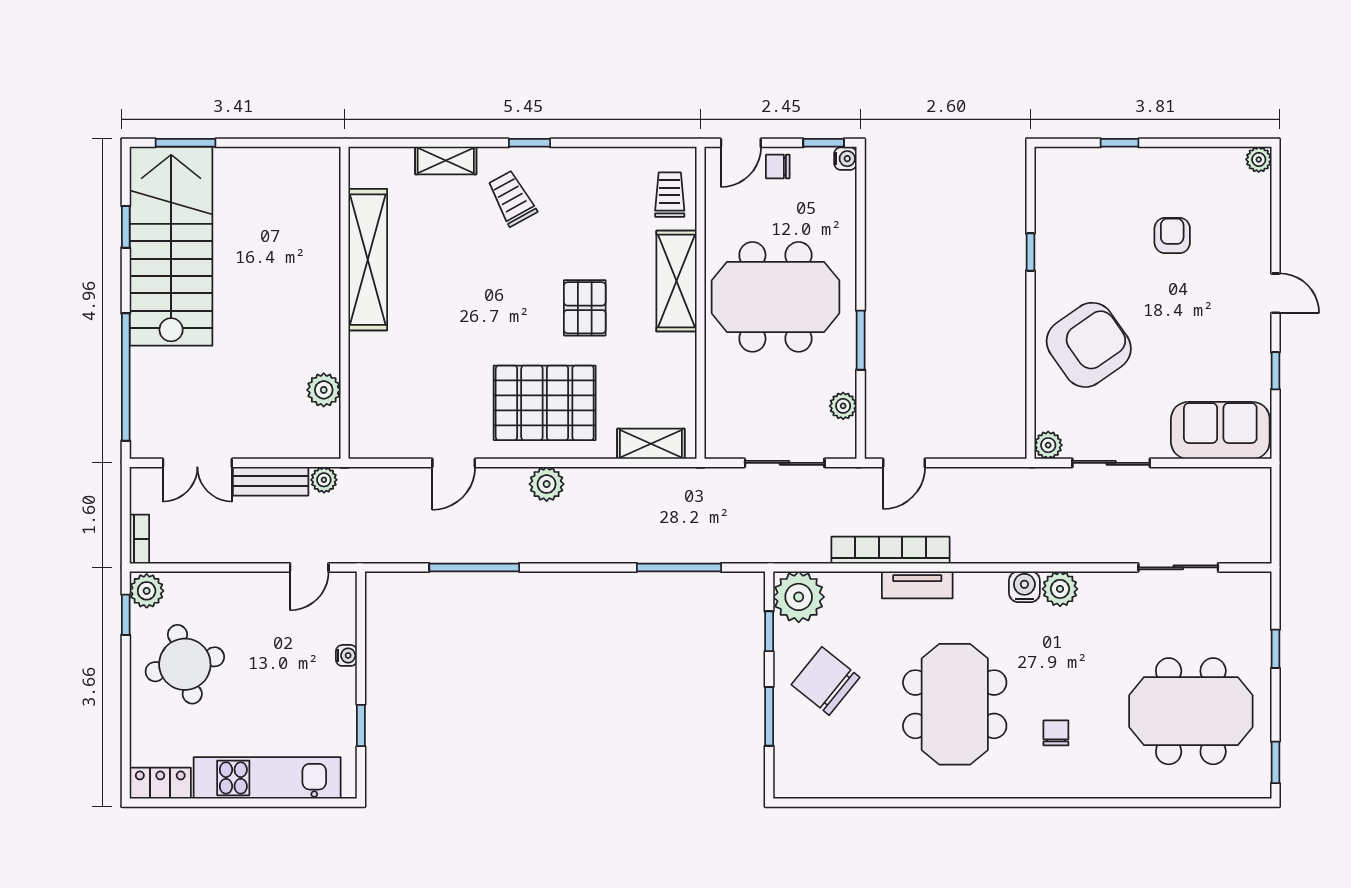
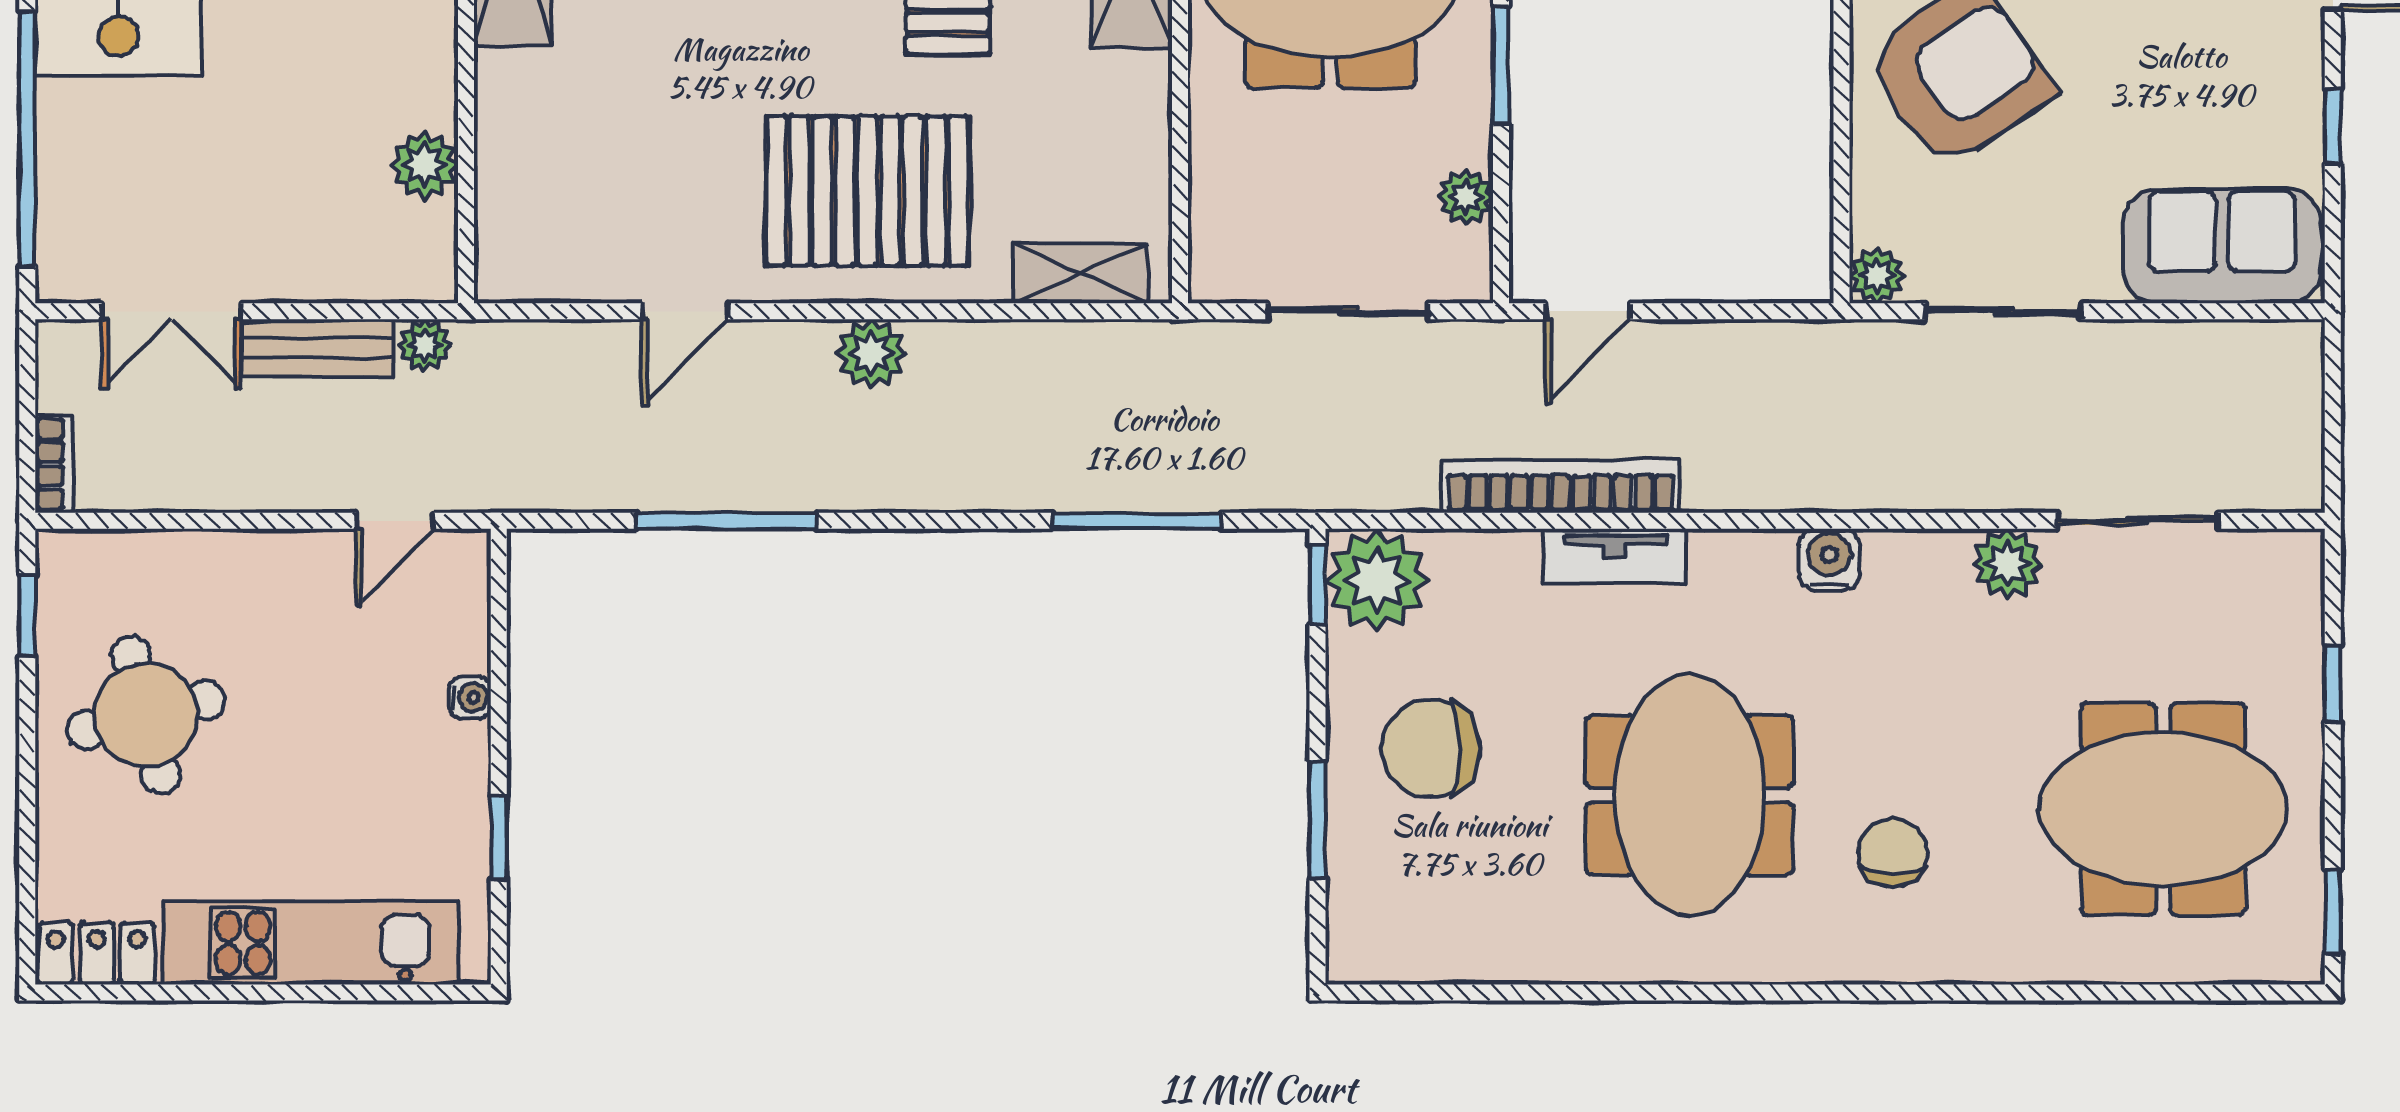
plant: (1060, 589) -> (2007, 564), moved
plant: (147, 591) -> (69, 568), removed
window: (769, 631) -> (1318, 585), moved
chair: (826, 681) -> (1431, 749), turned -39
chair: (1056, 733) -> (1893, 853), width x1.37, depth x1.37

